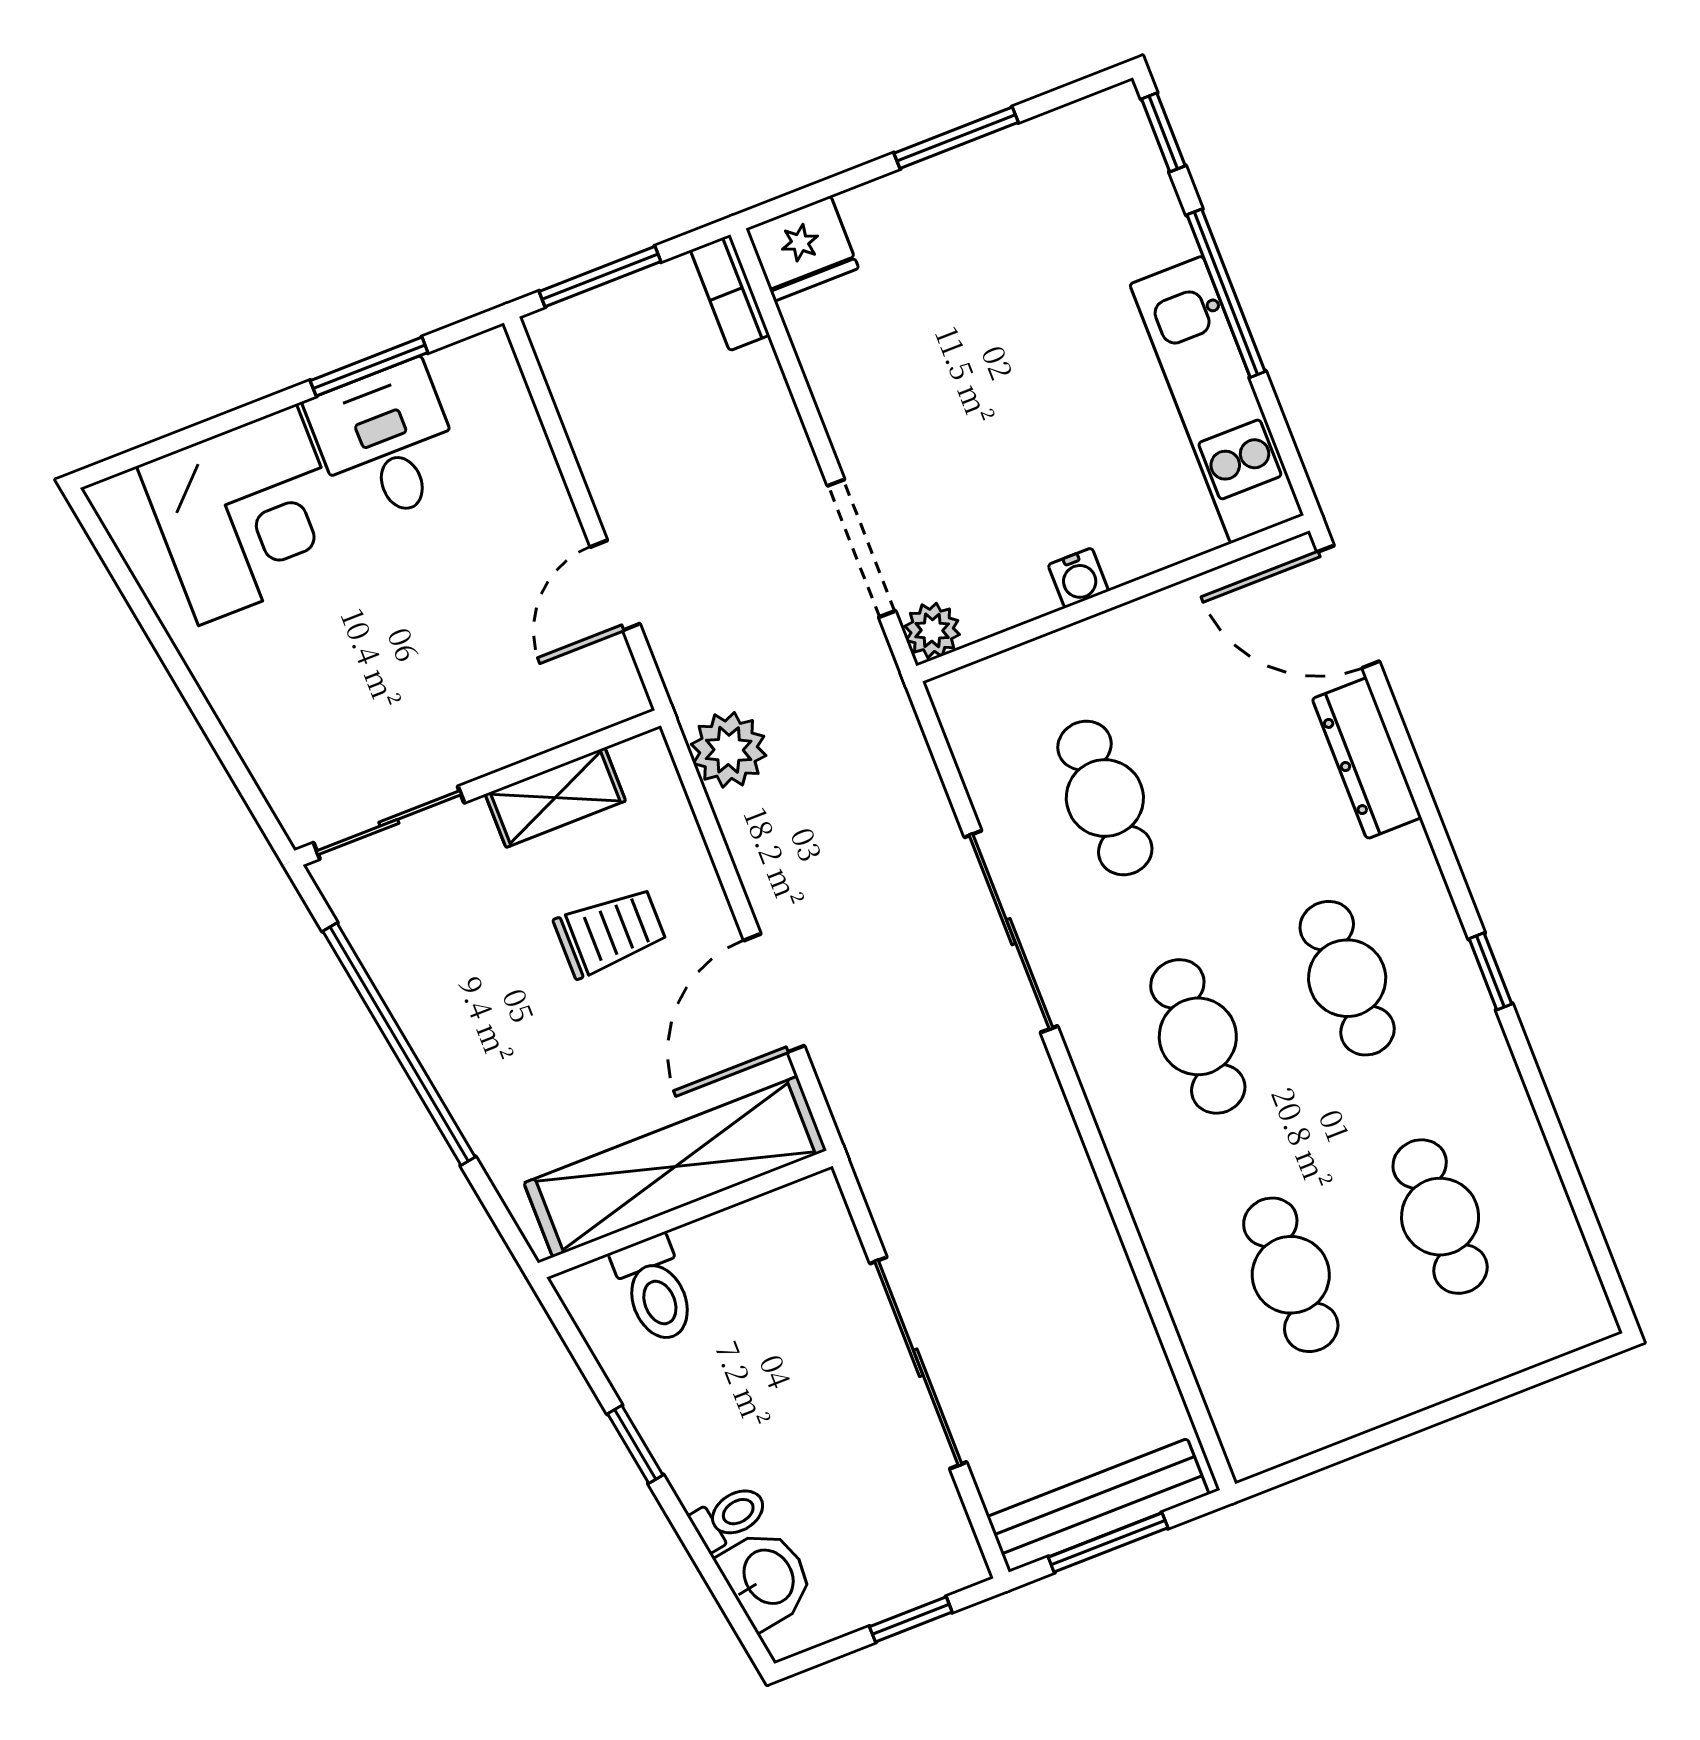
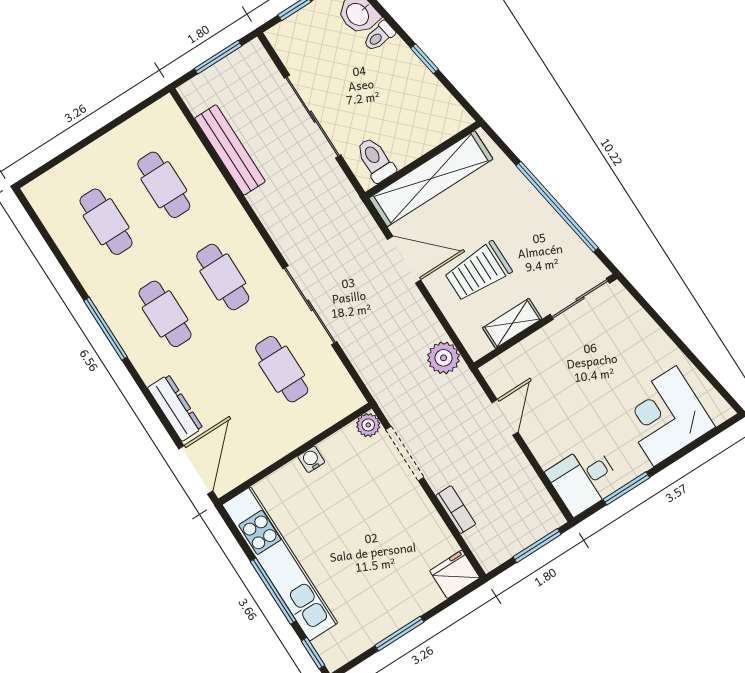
bookcase: (730, 293) -> (456, 510), moved
kitchen unit: (1217, 400) -> (280, 564), width x1.36
desk: (386, 443) -> (584, 479), moved, turned 90
door: (1348, 607) -> (196, 470), hinge flipped
trolley: (610, 932) -> (478, 271), width x1.36, depth x1.39
window: (1490, 971) -> (105, 329), width x2.17
door: (774, 993) -> (404, 260), hinge flipped
toilet: (655, 1289) -> (375, 160), moved
bench: (1098, 1505) -> (230, 150), moved, turned 90

